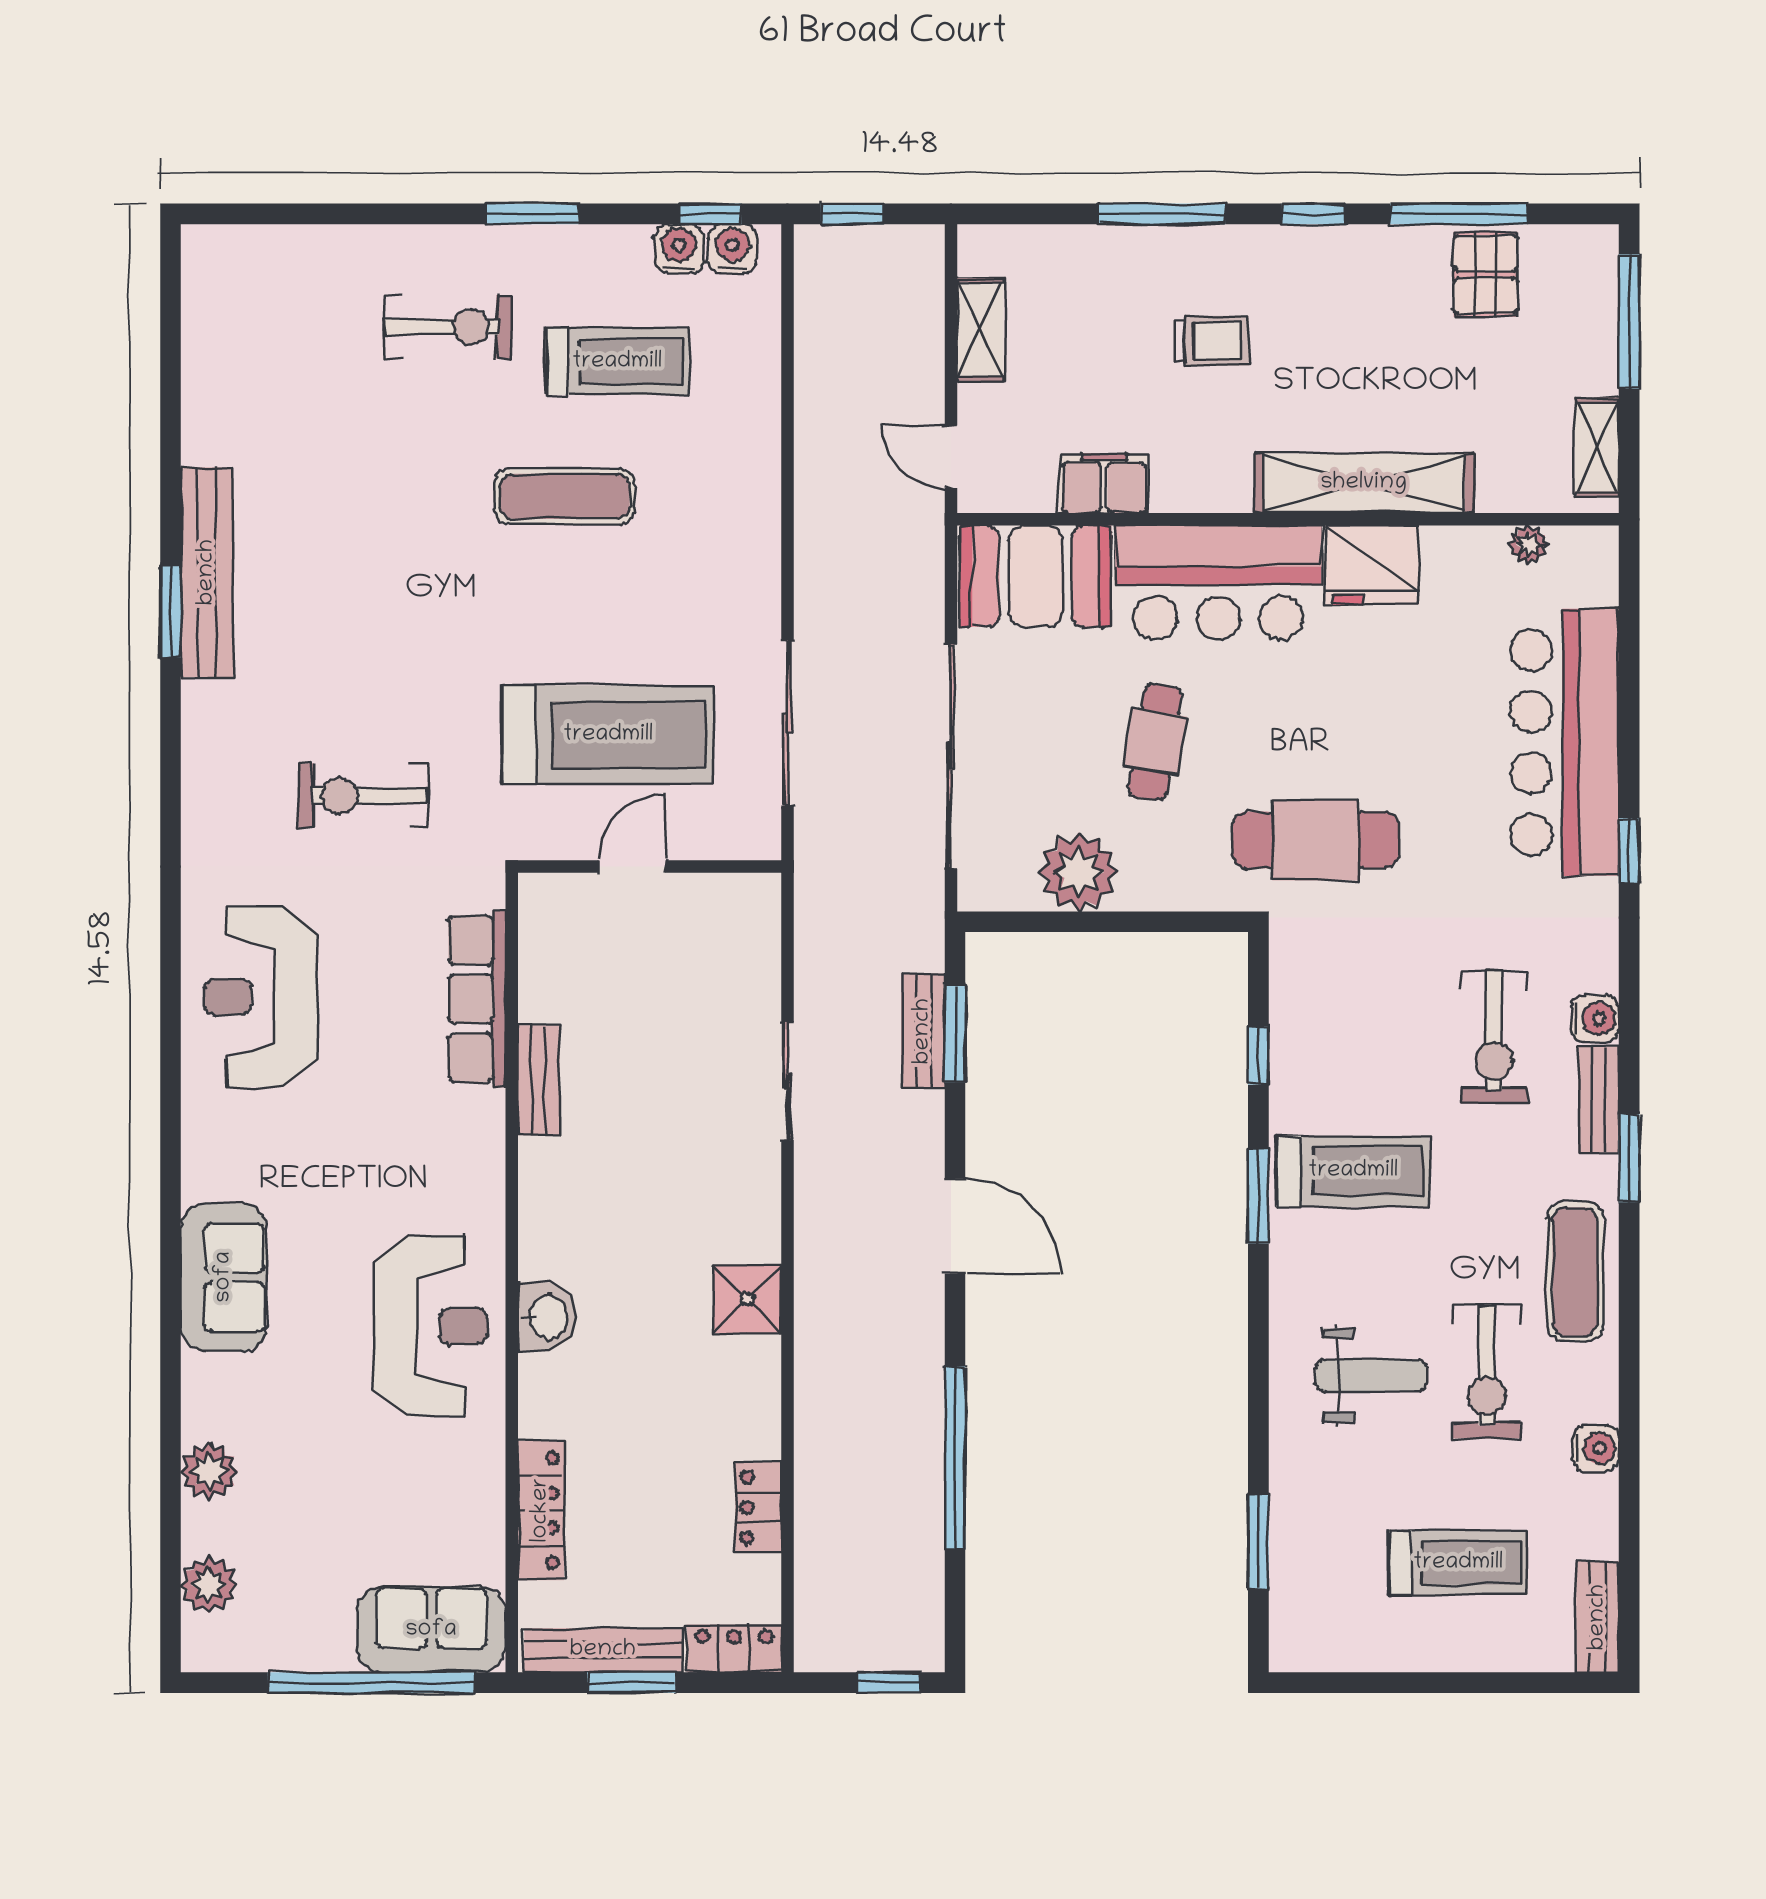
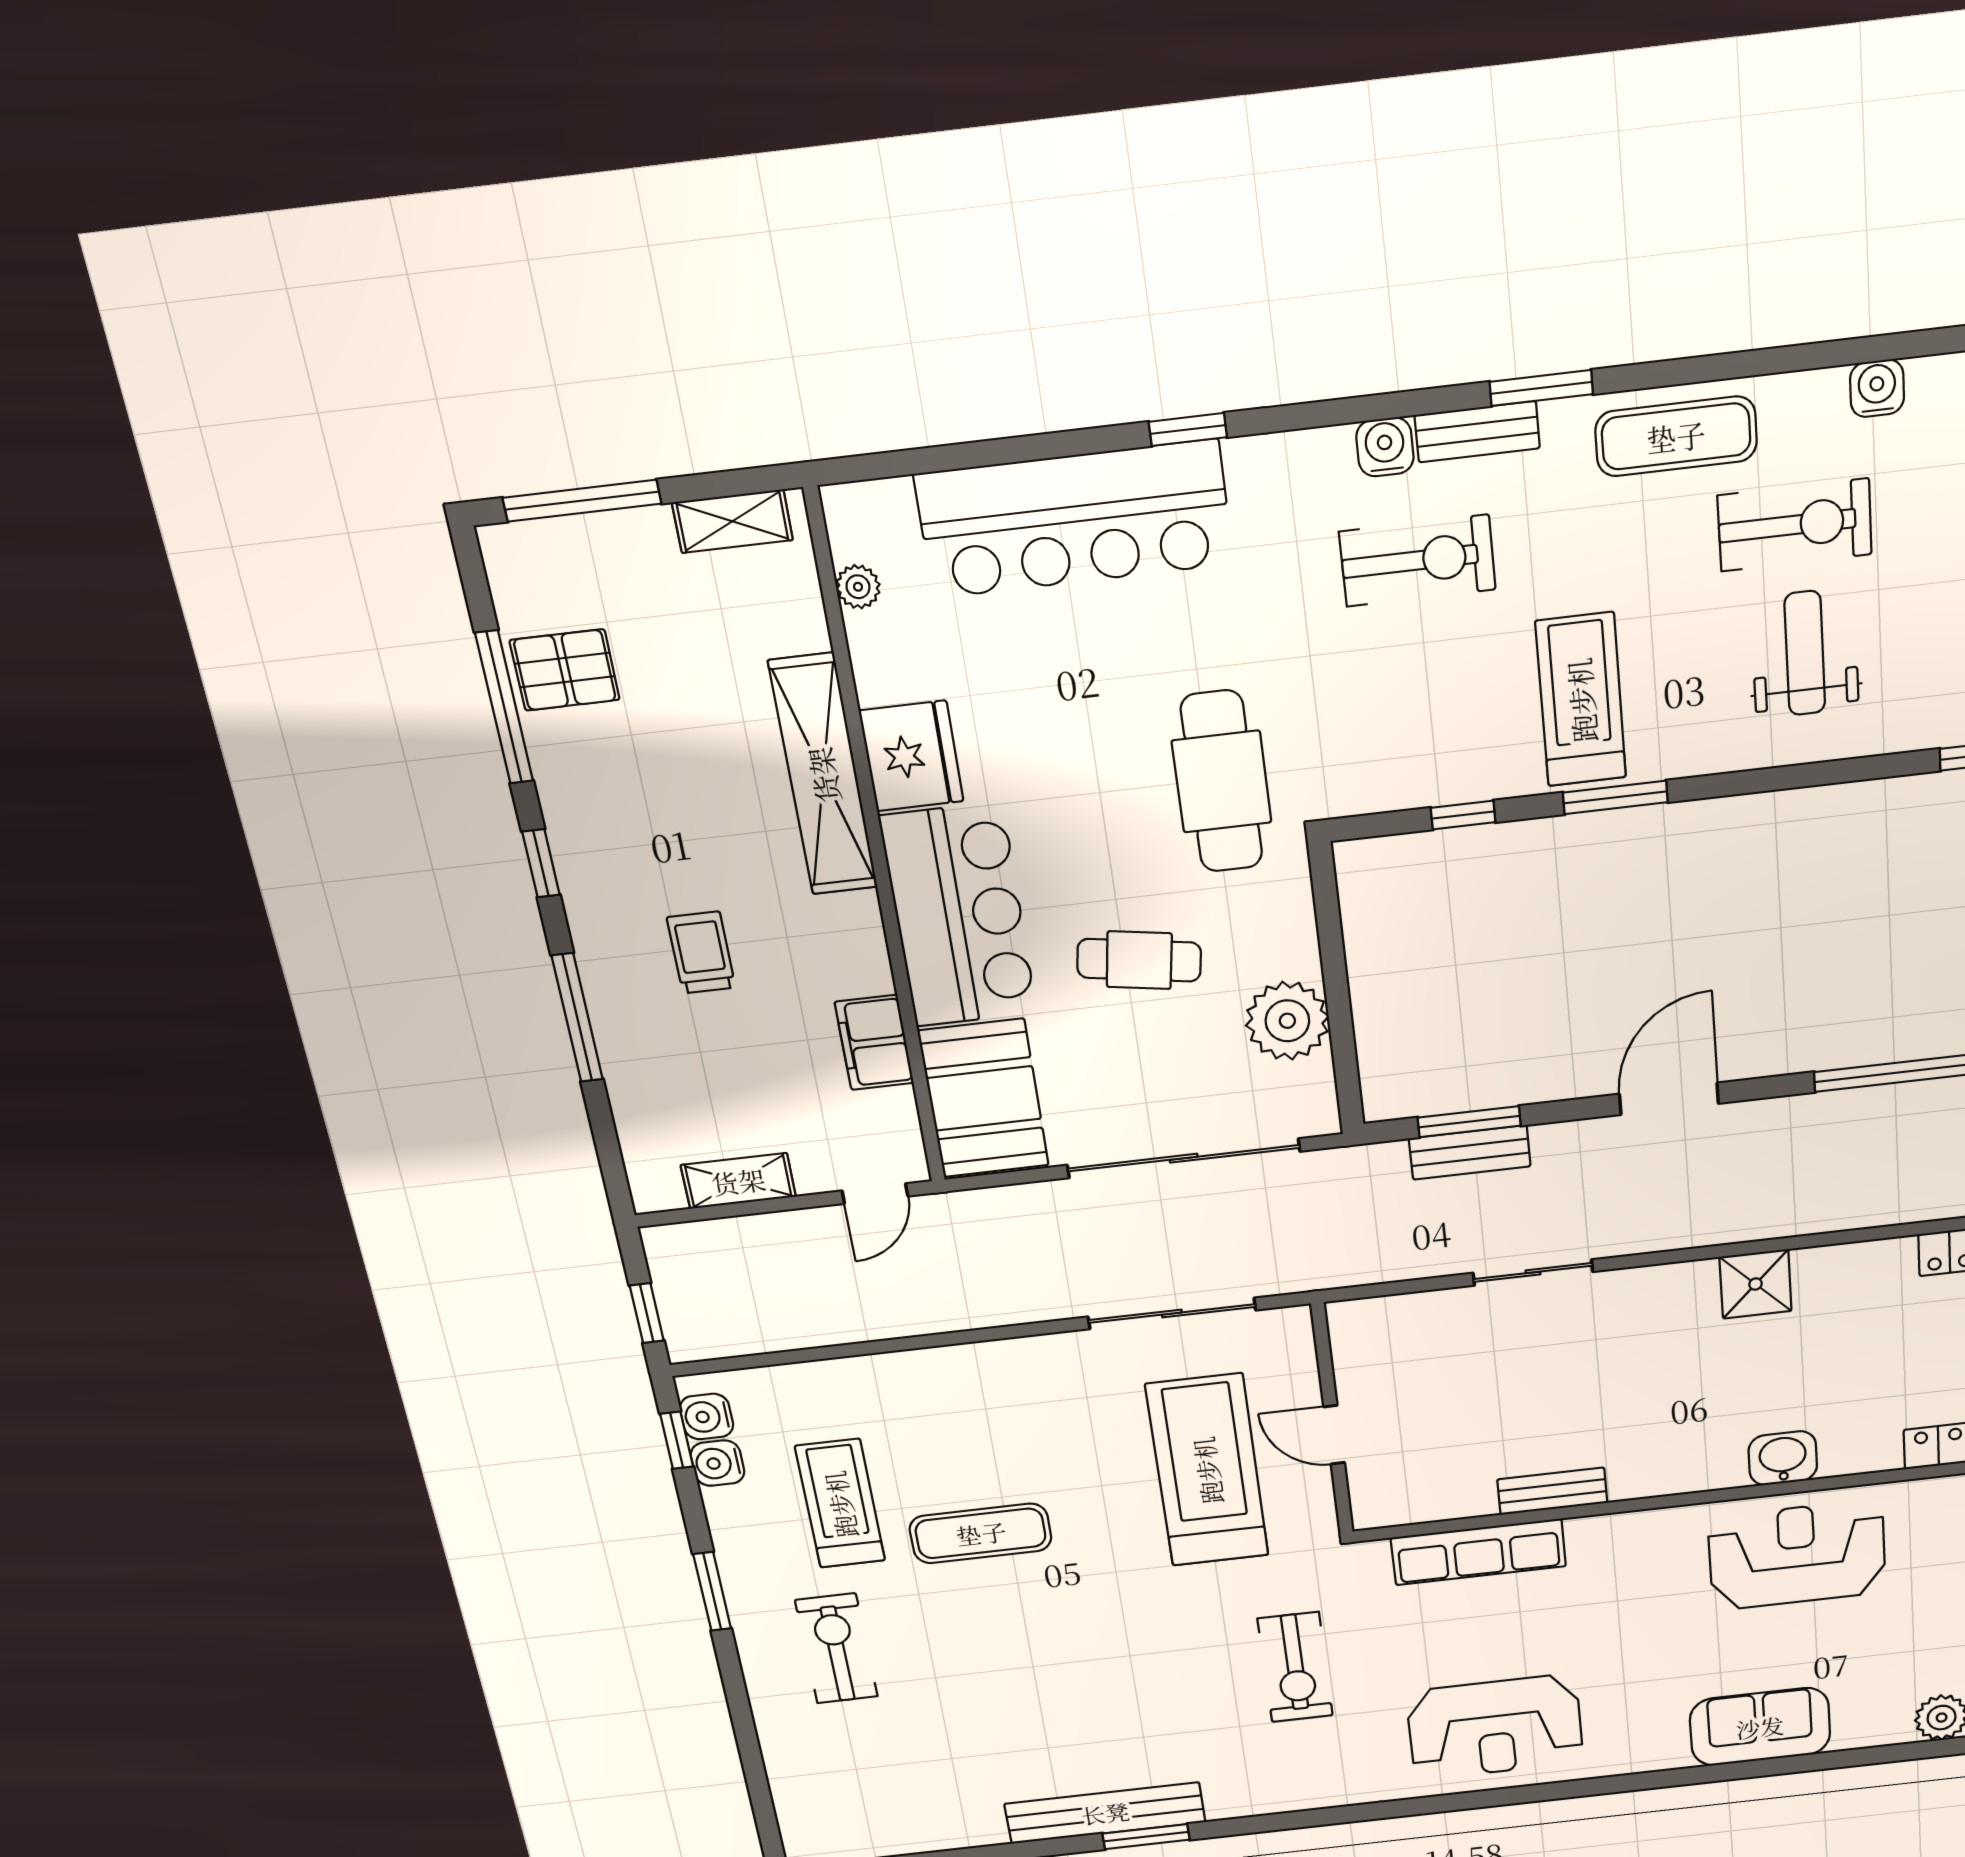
exercise mat: (565, 496) -> (981, 1533), turned 90

